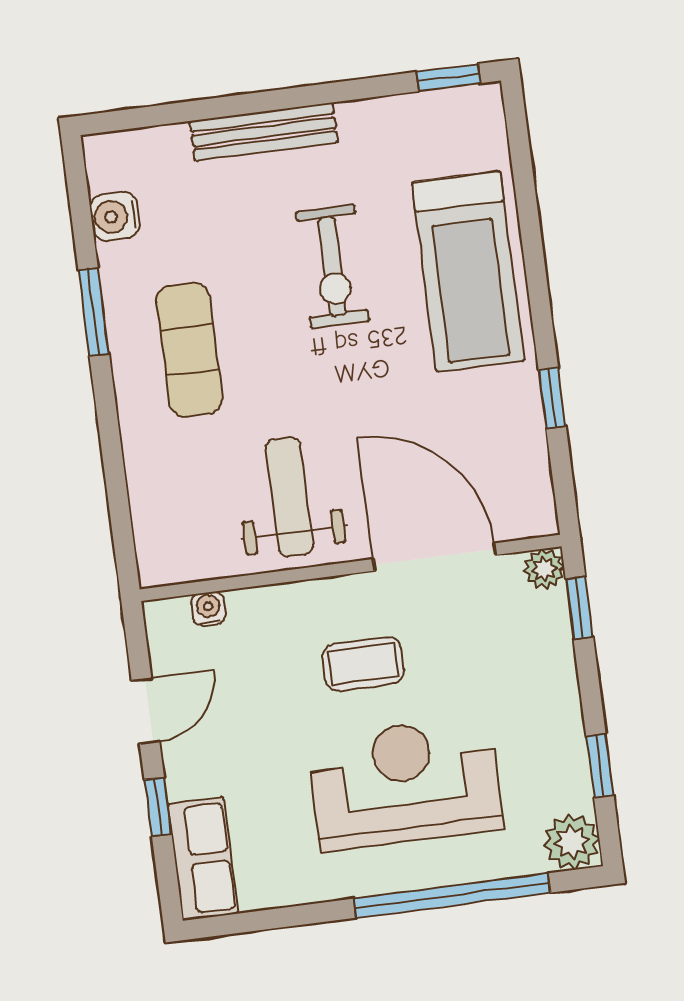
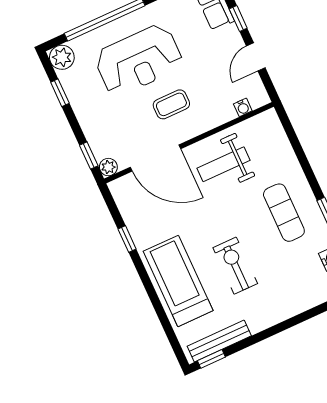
bench: (264, 132) -> (219, 341), moved
weight bench: (289, 497) -> (223, 164), turned 90

